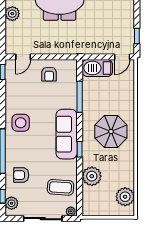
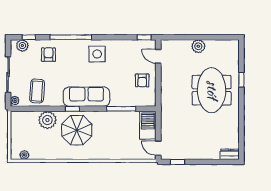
armchair: (49, 74) -> (142, 80), turned -90
parasol: (111, 131) -> (77, 130), moved
plant: (125, 197) -> (24, 155), width x0.53, depth x0.53

